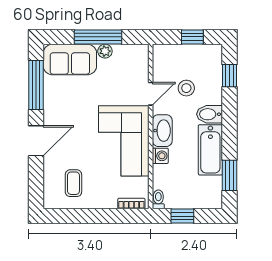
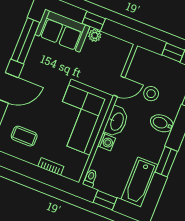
window: (98, 37) -> (94, 21), width x0.46
bathtub: (210, 150) -> (139, 182), moved
window: (229, 175) -> (166, 162), moved
coffee table: (73, 183) -> (24, 136), turned 90
bookcase: (131, 203) -> (51, 166), moved

